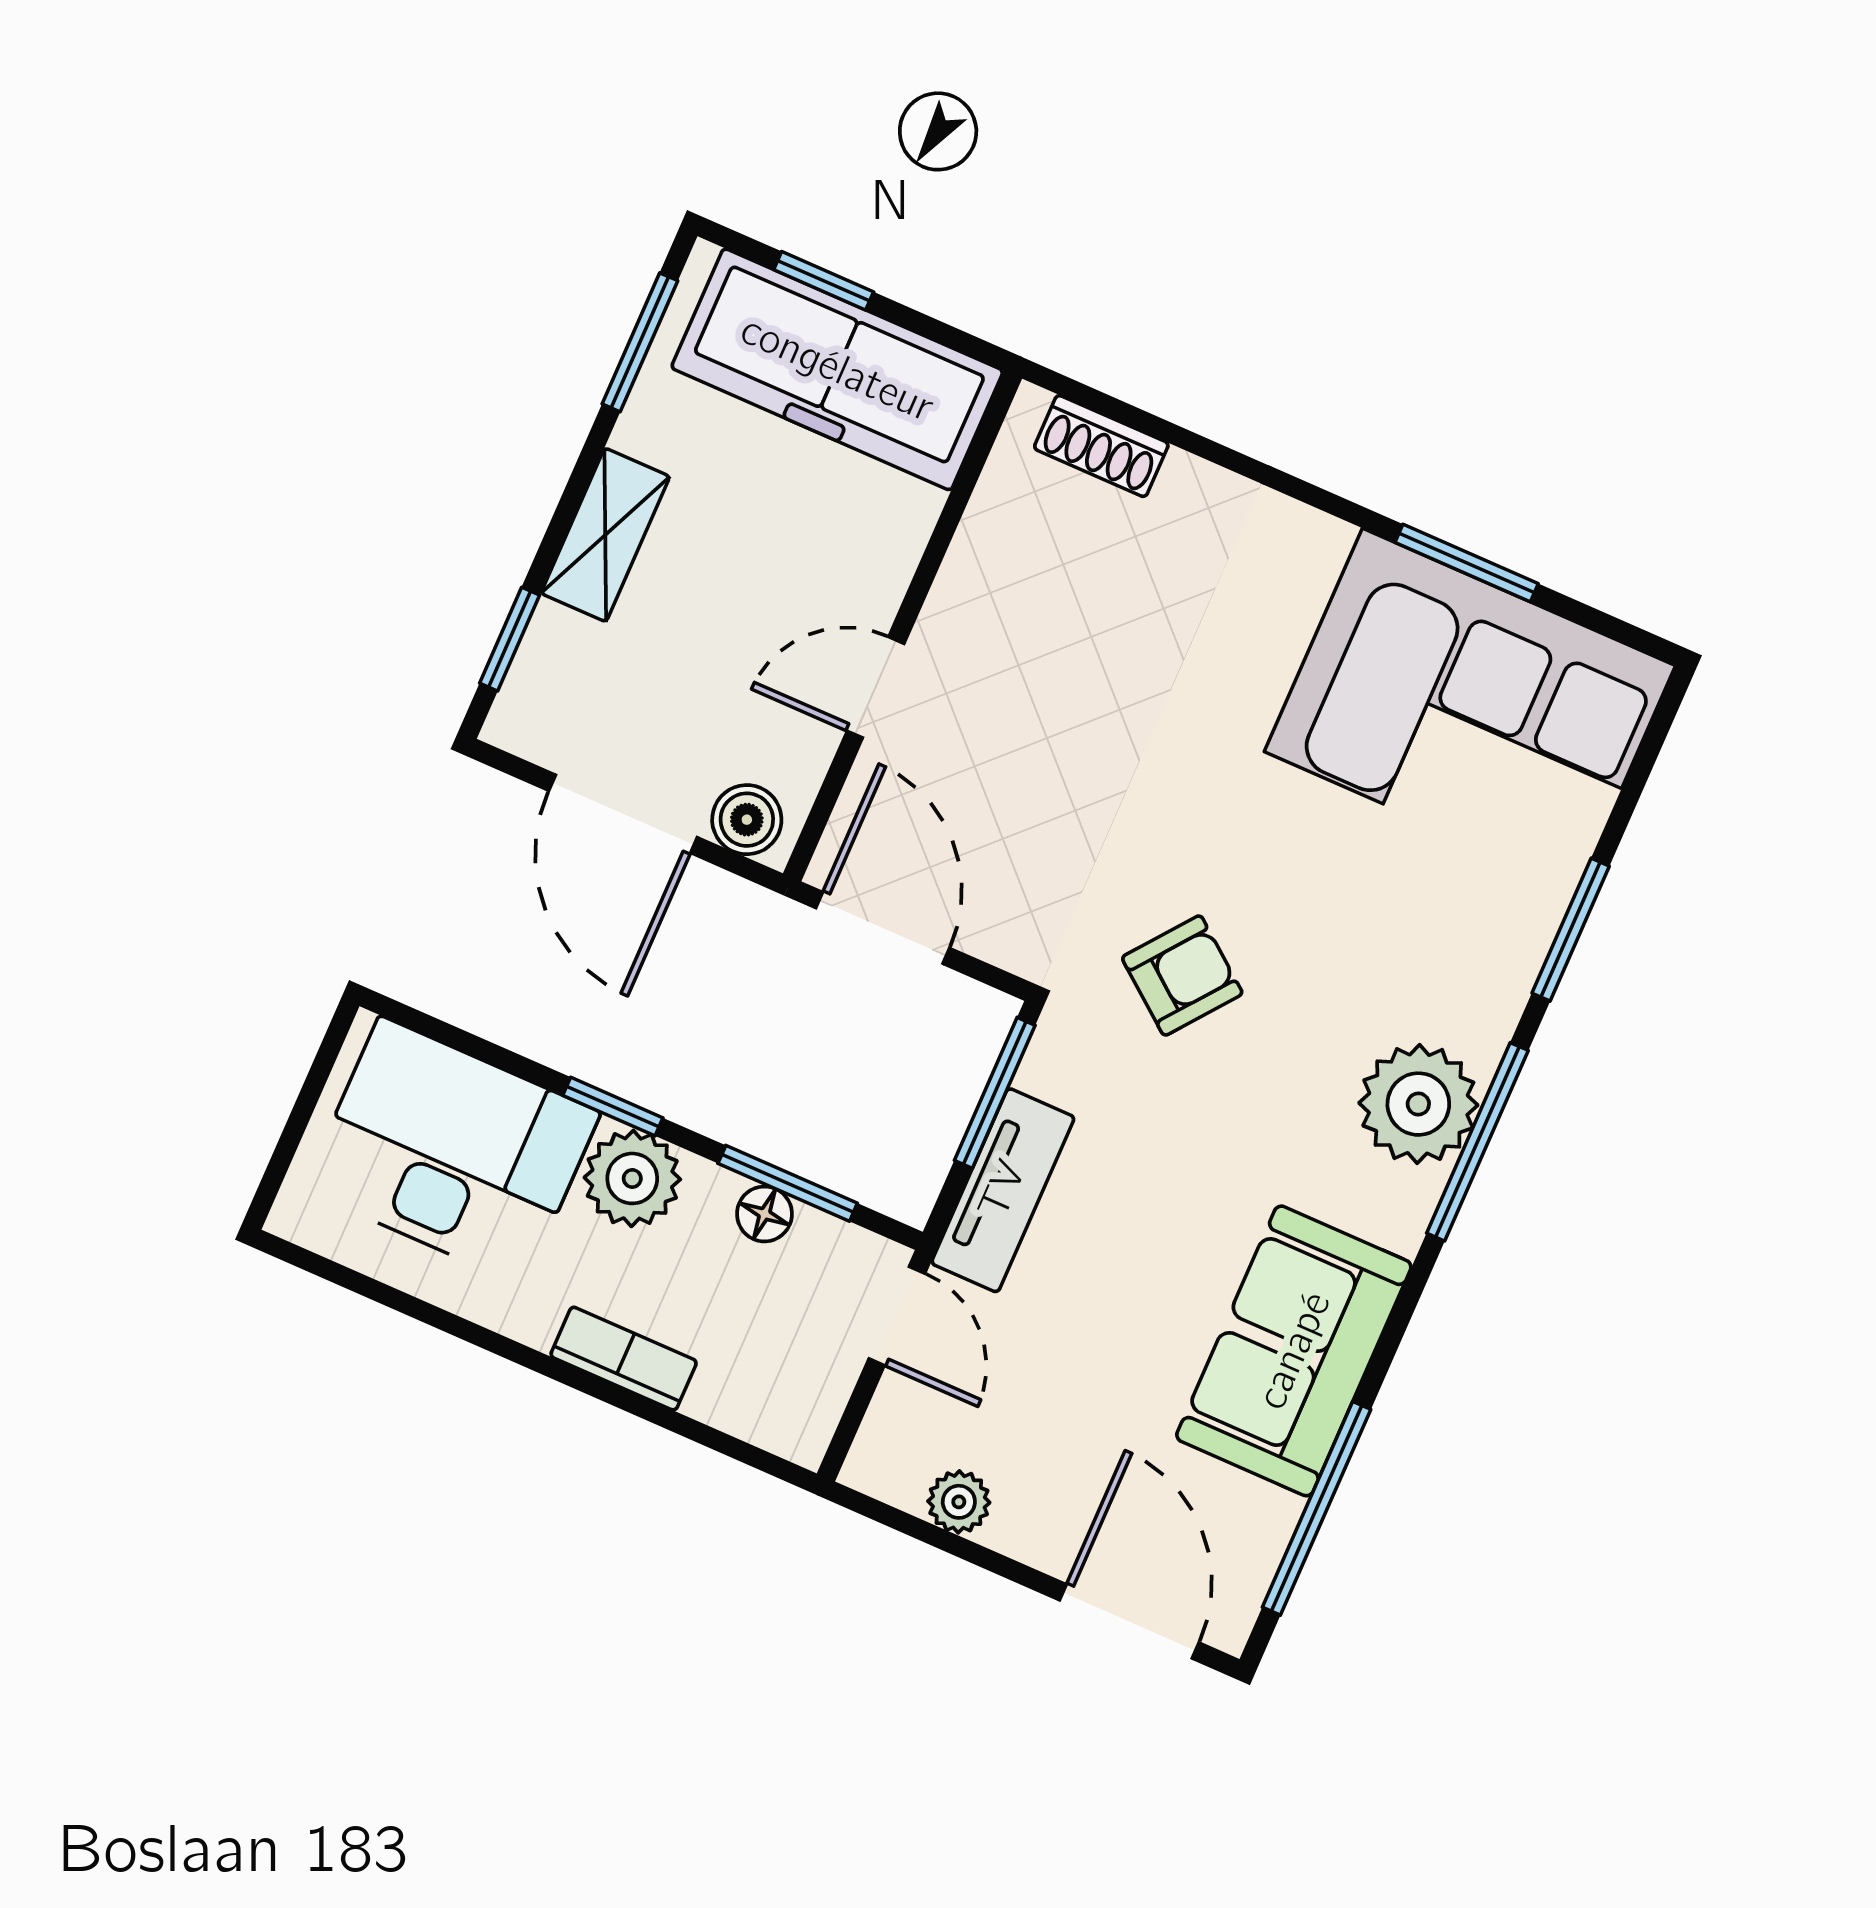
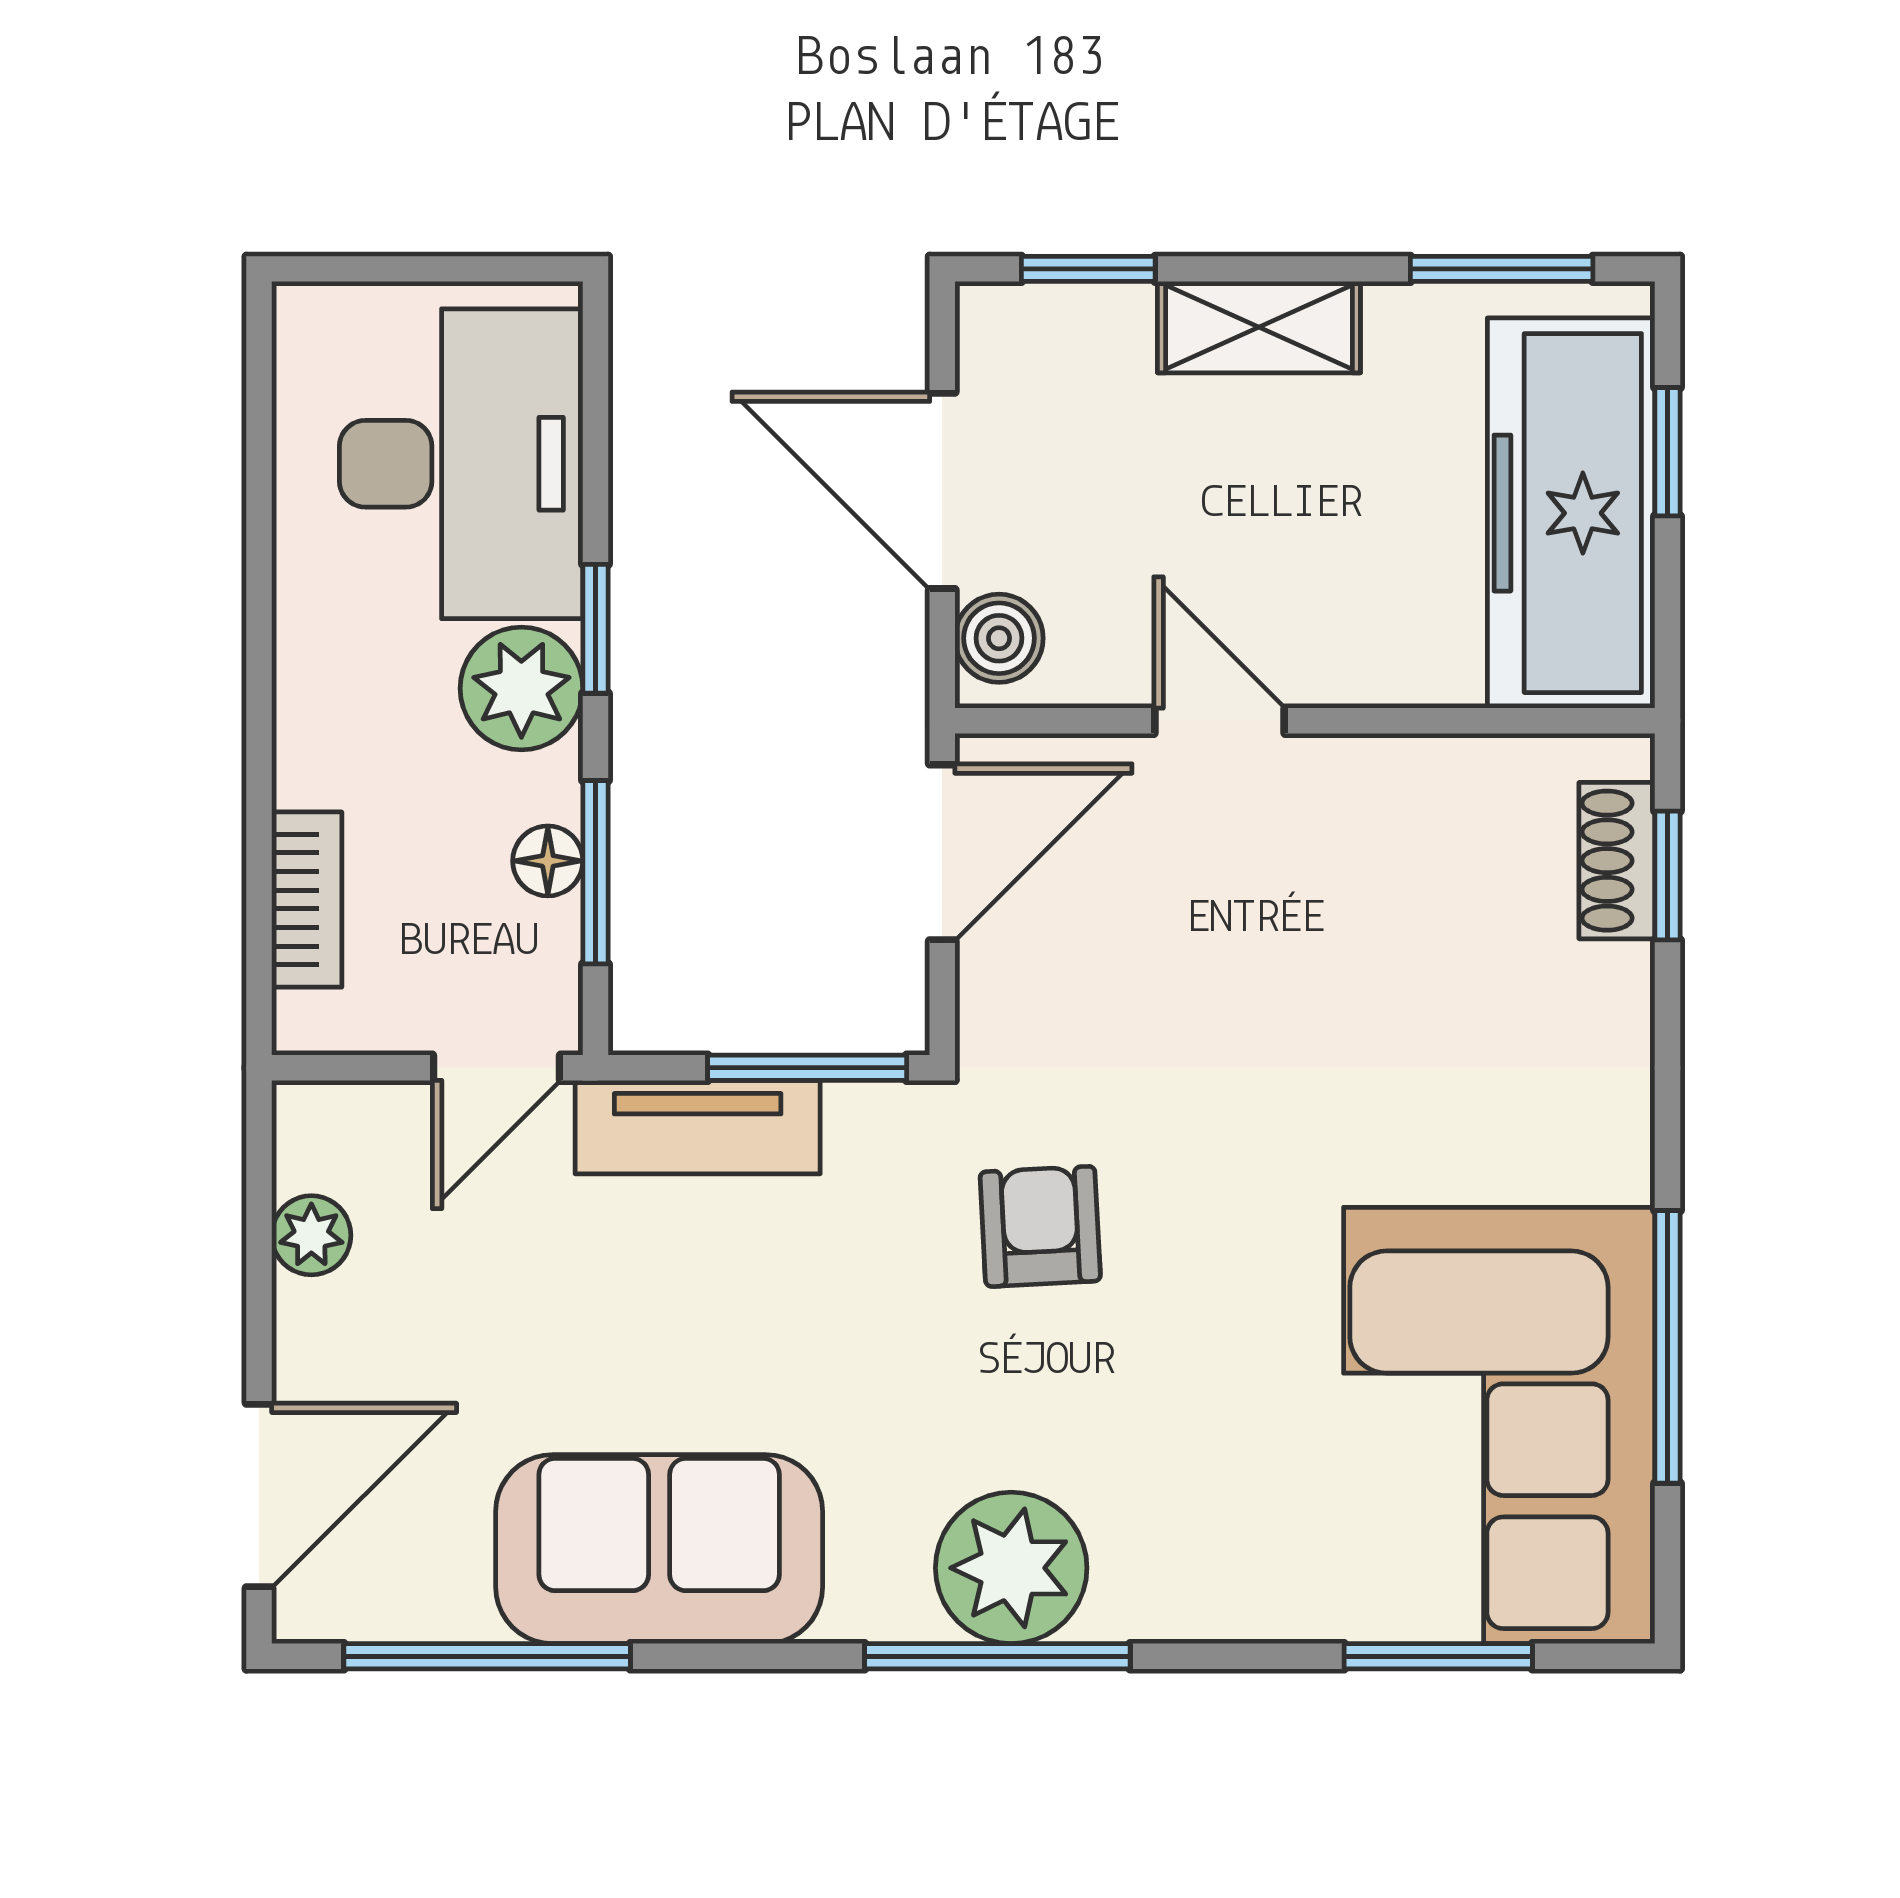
window: (1128, 414) -> (1667, 876), added
window: (1467, 563) -> (1667, 1347), width x1.44
door: (623, 814) -> (942, 491), hinge flipped
window: (1571, 930) -> (1438, 1656), moved
armchair: (1182, 975) -> (1040, 1226), turned -131
bookcase: (624, 1359) -> (307, 900), moved

